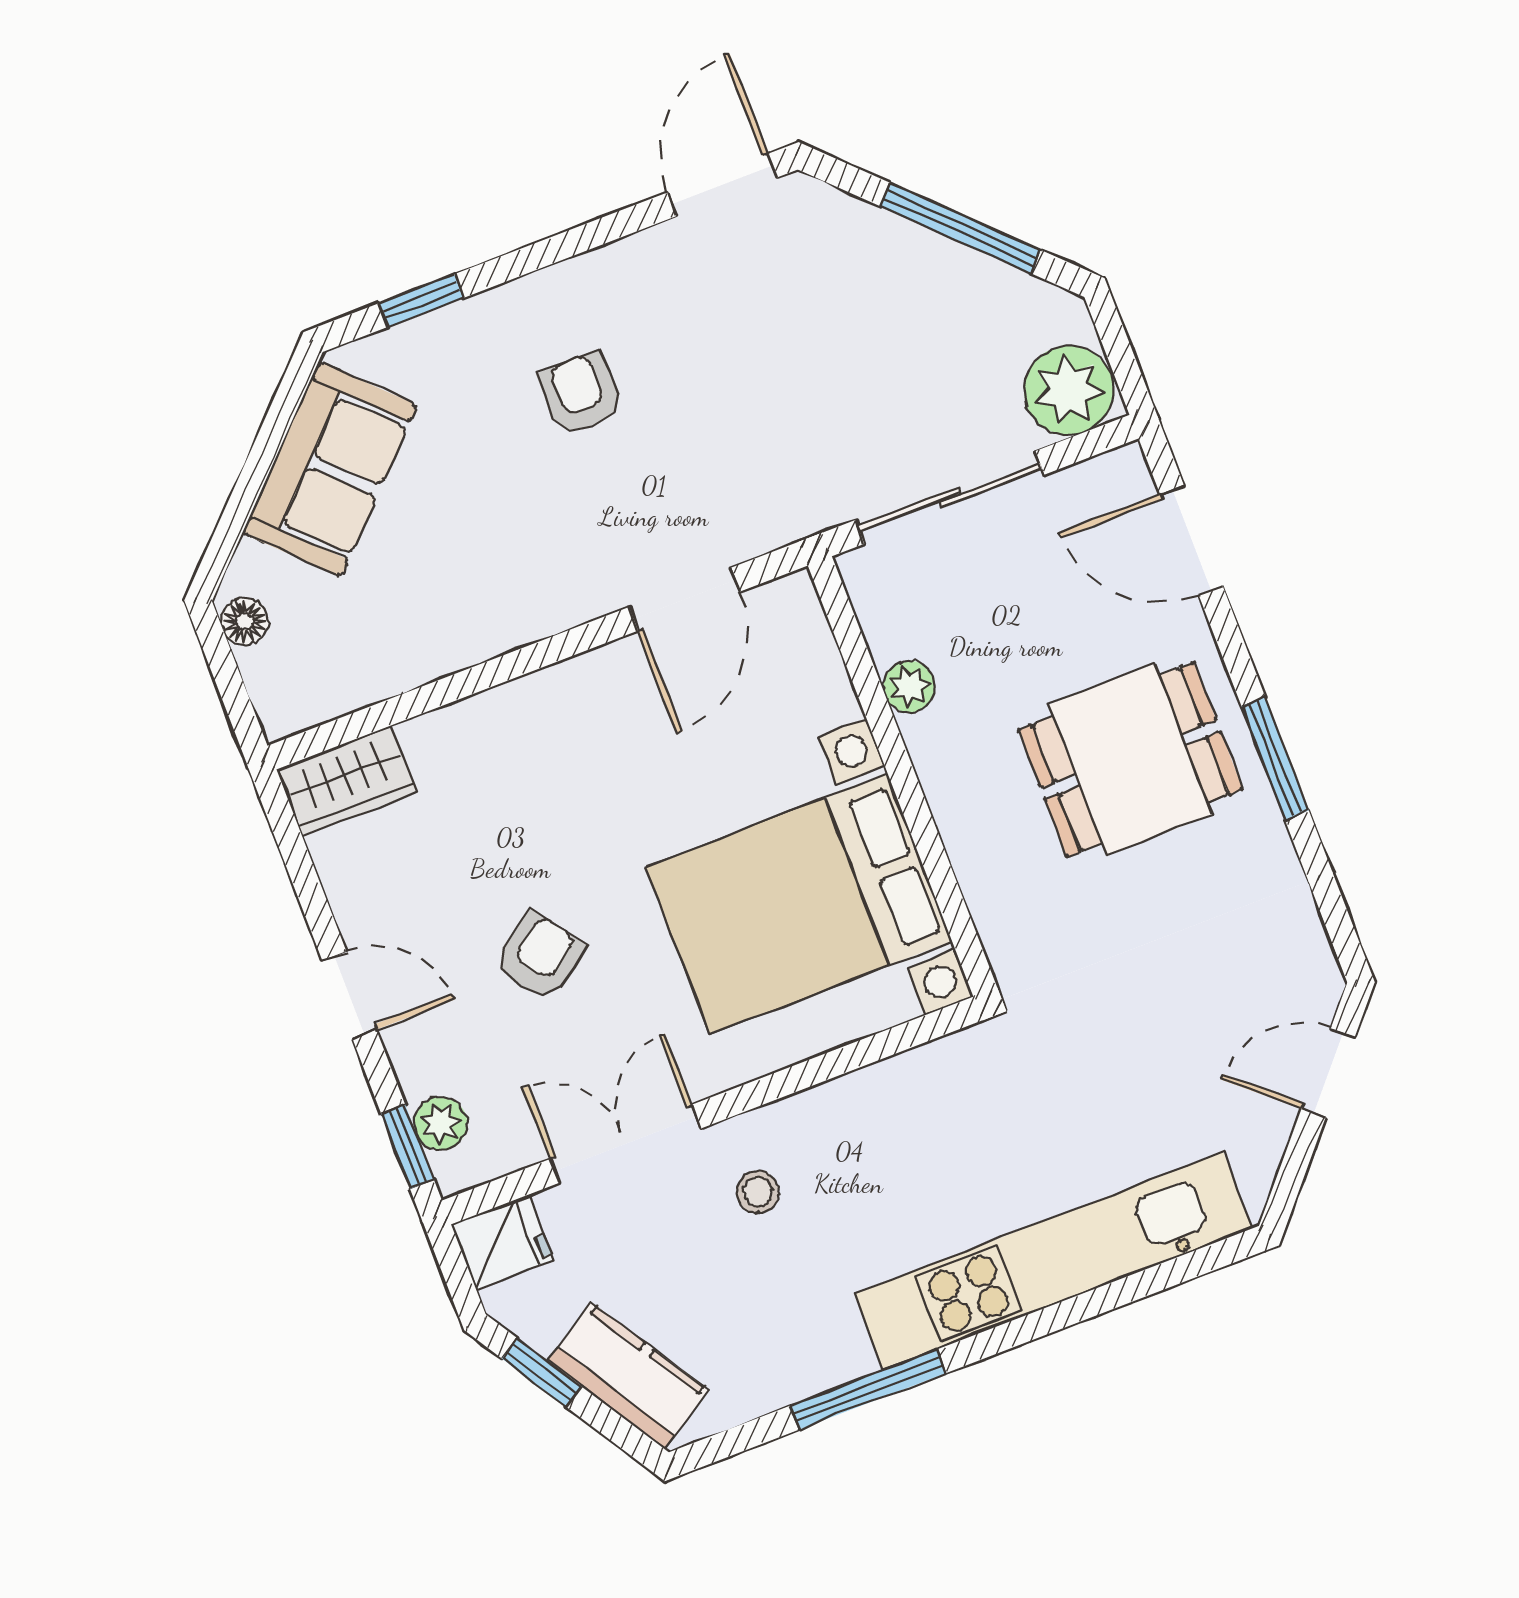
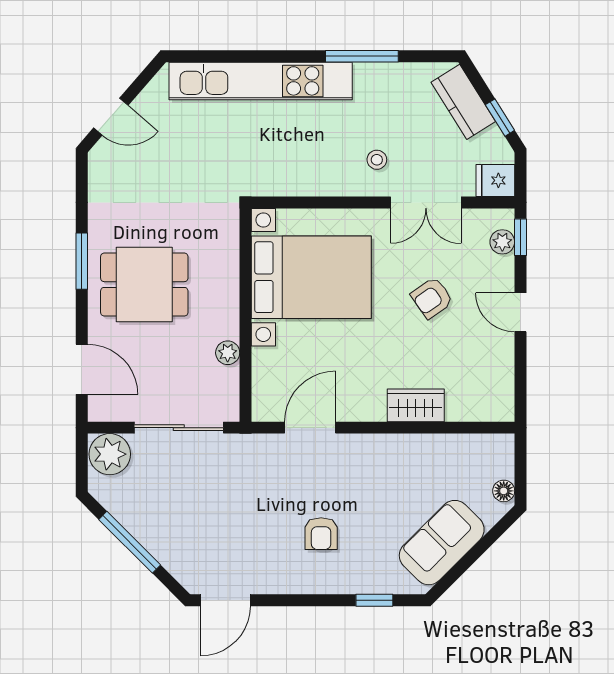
wardrobe: (347, 781) -> (416, 405), moved

